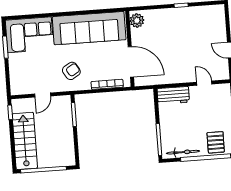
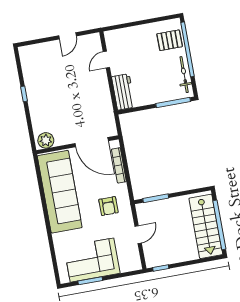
corner sofa: (29, 35) -> (92, 260), moved, turned -90
door: (131, 62) -> (92, 142), swing flipped
armchair: (71, 71) -> (108, 206), turned -149
door: (43, 95) -> (138, 235), hinge flipped
stairs: (25, 141) -> (206, 226), moved, turned -90

